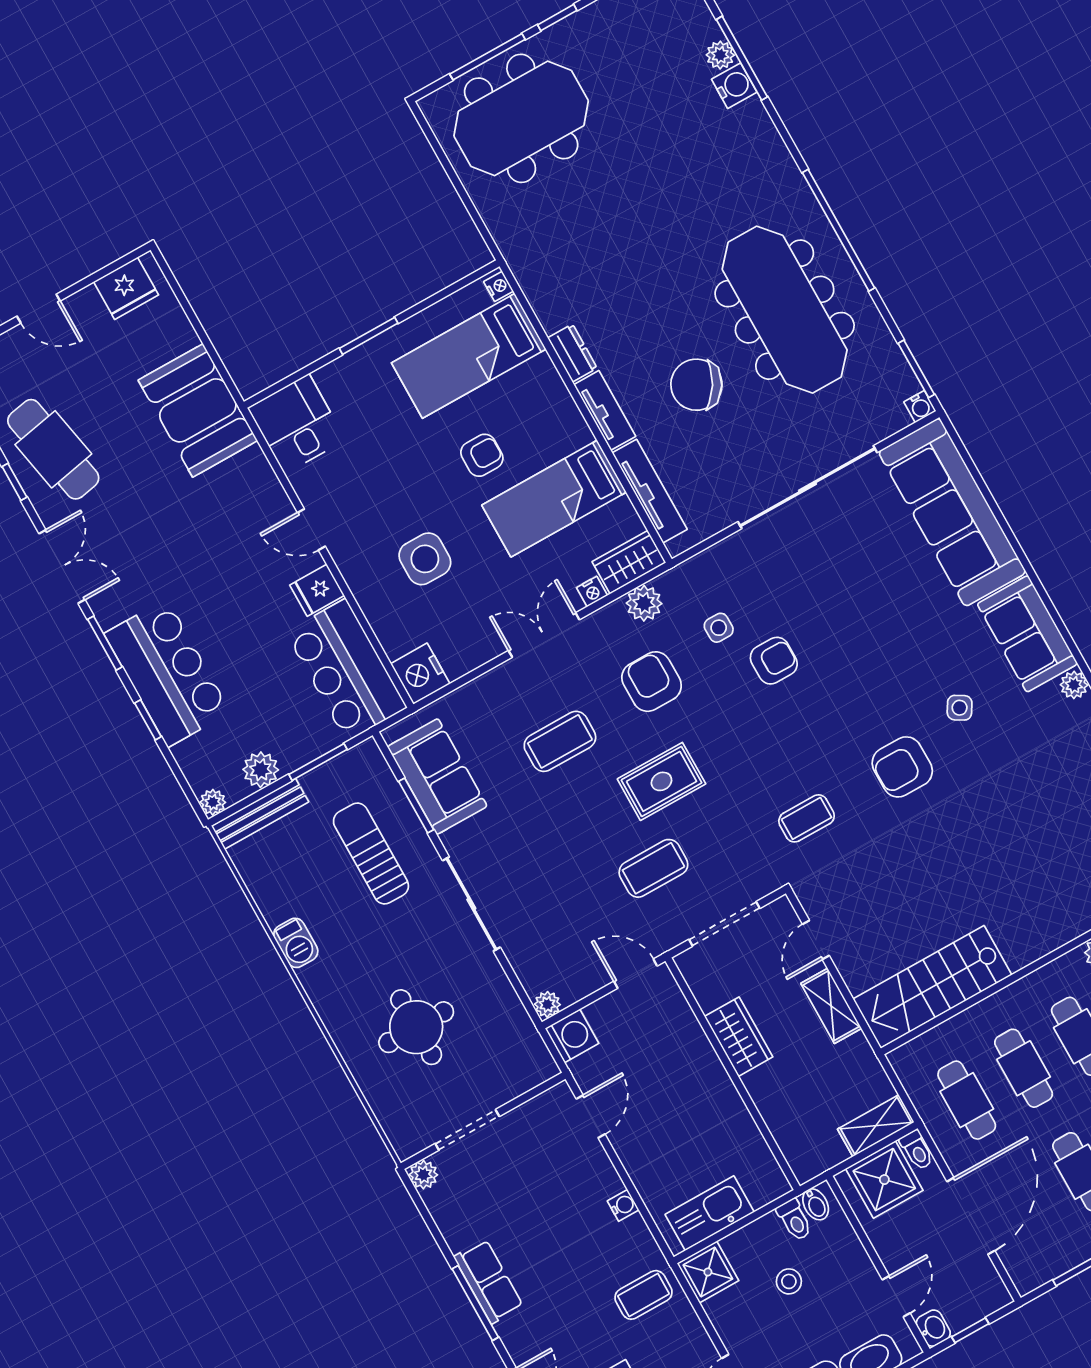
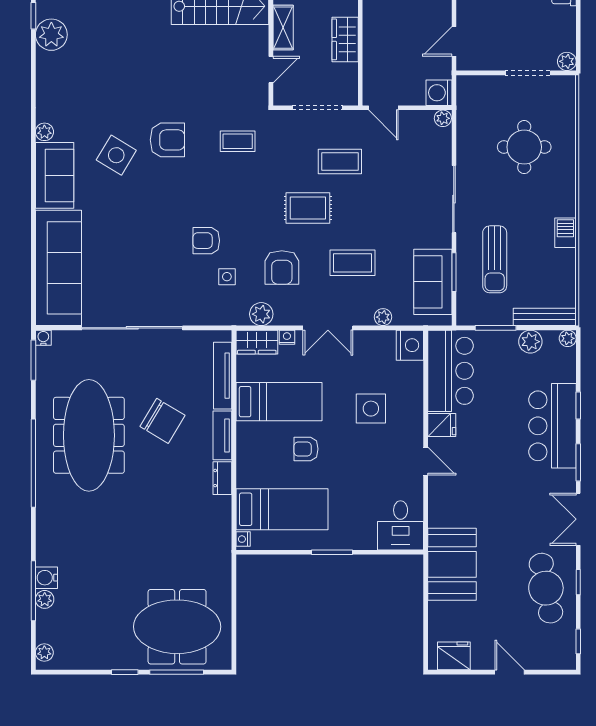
plant: (478, 691) -> (383, 317), added
side table: (960, 708) -> (116, 155), width x1.87, depth x1.87

